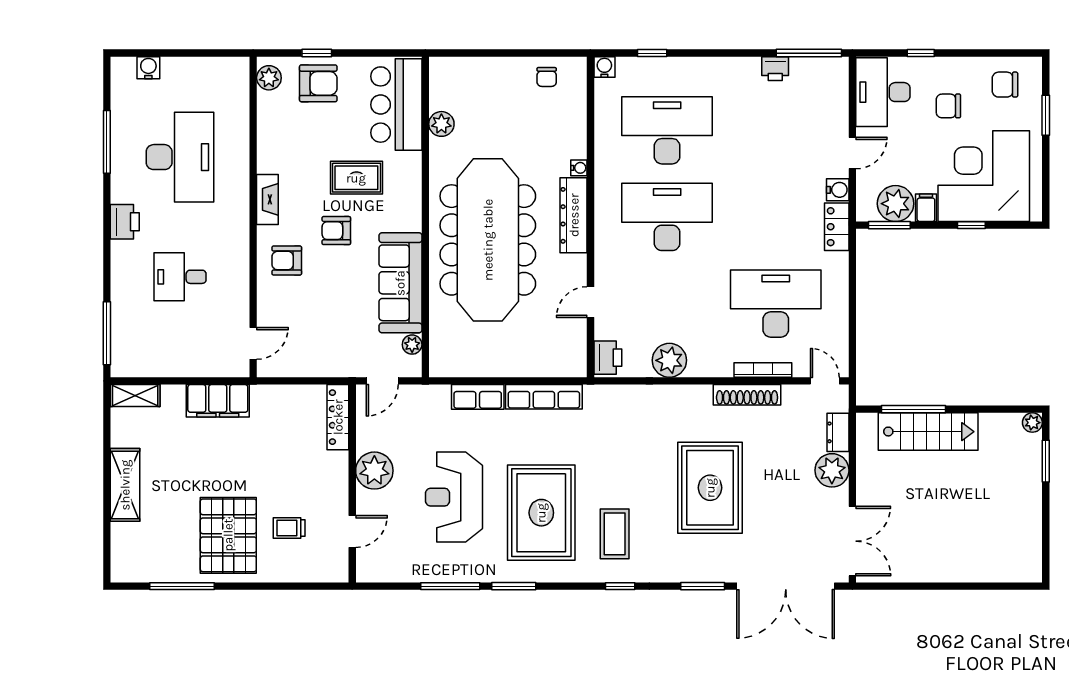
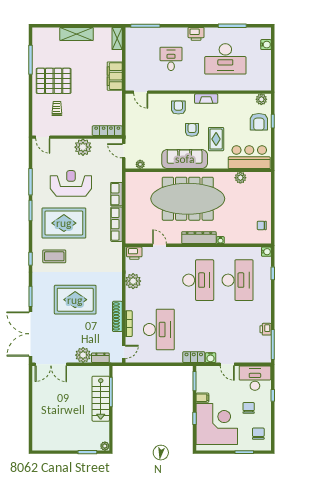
plant: (896, 204) -> (204, 384), removed
sofa: (400, 283) -> (185, 159), moved
door: (352, 532) -> (43, 137), moved

